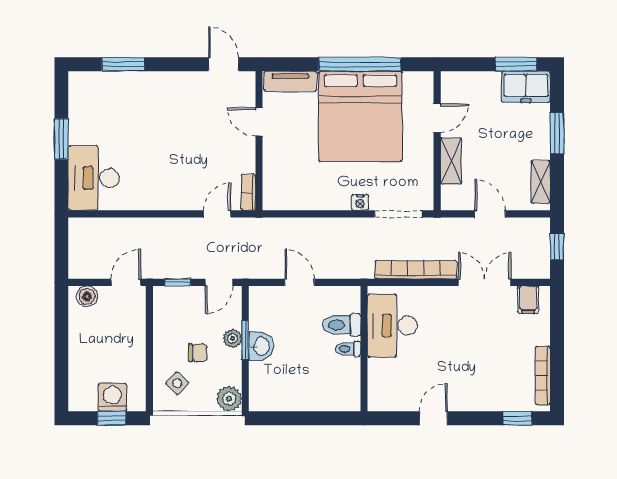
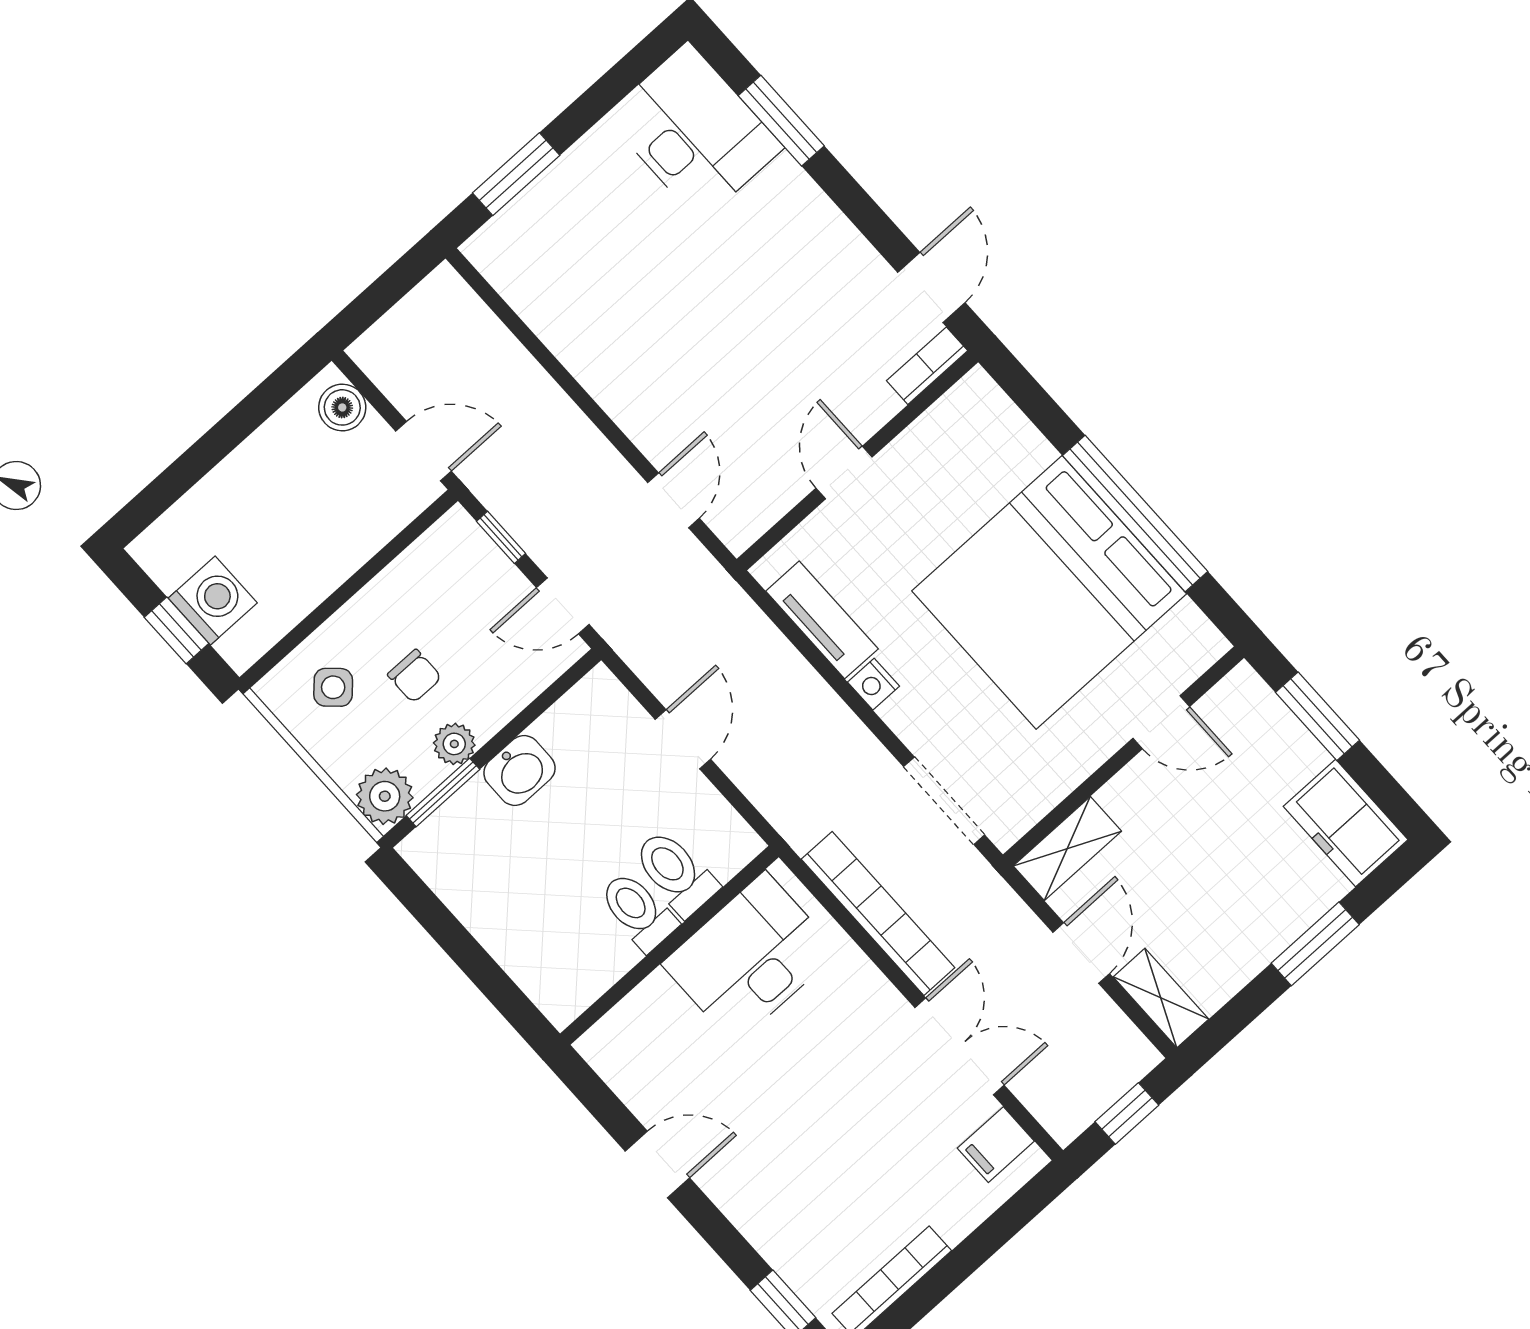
window: (516, 64) -> (1318, 716), moved
tv unit: (290, 81) -> (822, 620), moved, turned 180
door: (259, 122) -> (844, 473), moved
window: (61, 139) -> (516, 174), moved
shelving: (451, 161) -> (1067, 849), moved
desk: (94, 178) -> (694, 132), moved, turned 90
shelving: (541, 182) -> (1161, 998), moved, turned 90
bookcase: (248, 192) -> (927, 366), moved
nightstand: (360, 202) -> (874, 684), moved
door: (217, 214) -> (674, 500), hinge flipped
plant: (233, 338) -> (454, 744), moved
window: (245, 340) -> (443, 792), moved
toilet: (348, 349) -> (638, 911), width x1.37, depth x1.39

